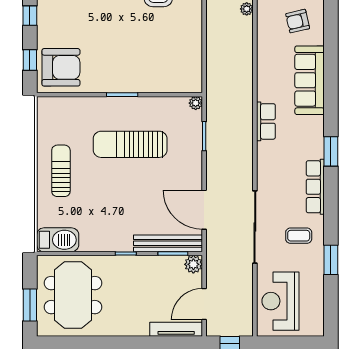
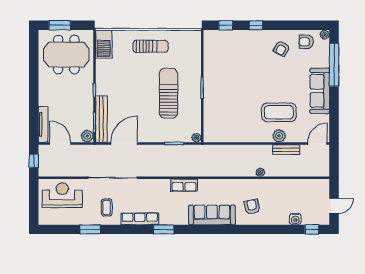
armchair: (61, 67) -> (221, 46), removed

